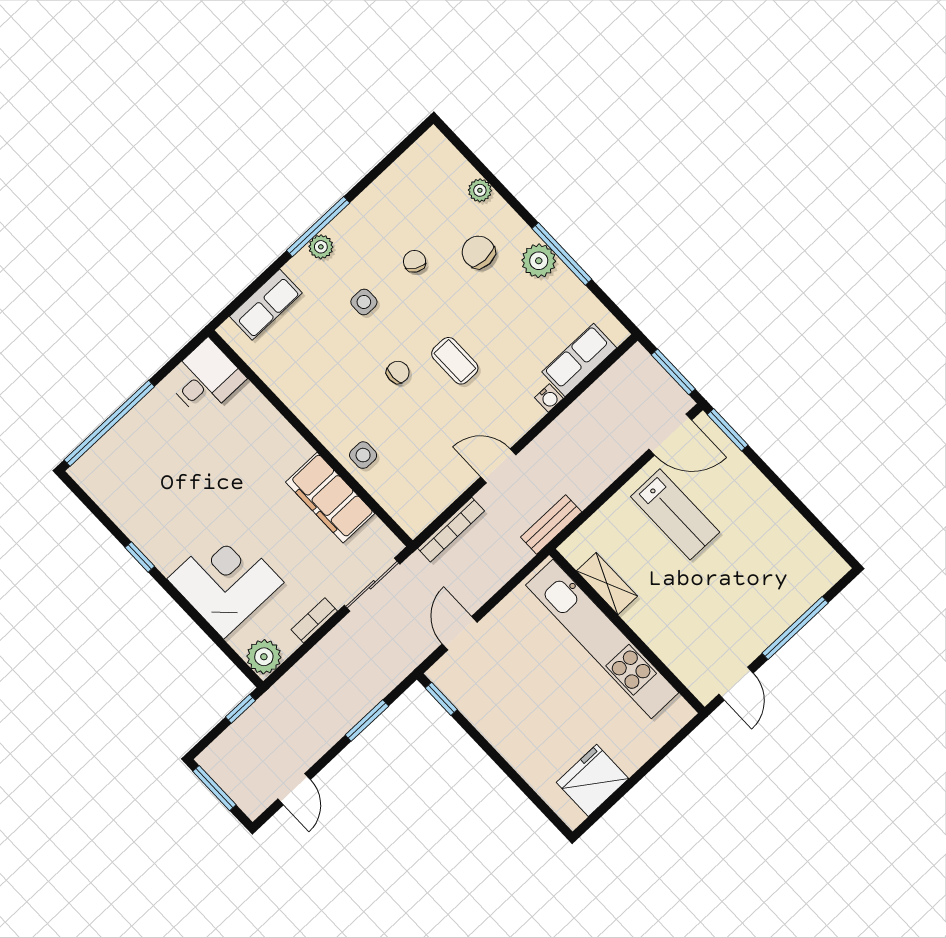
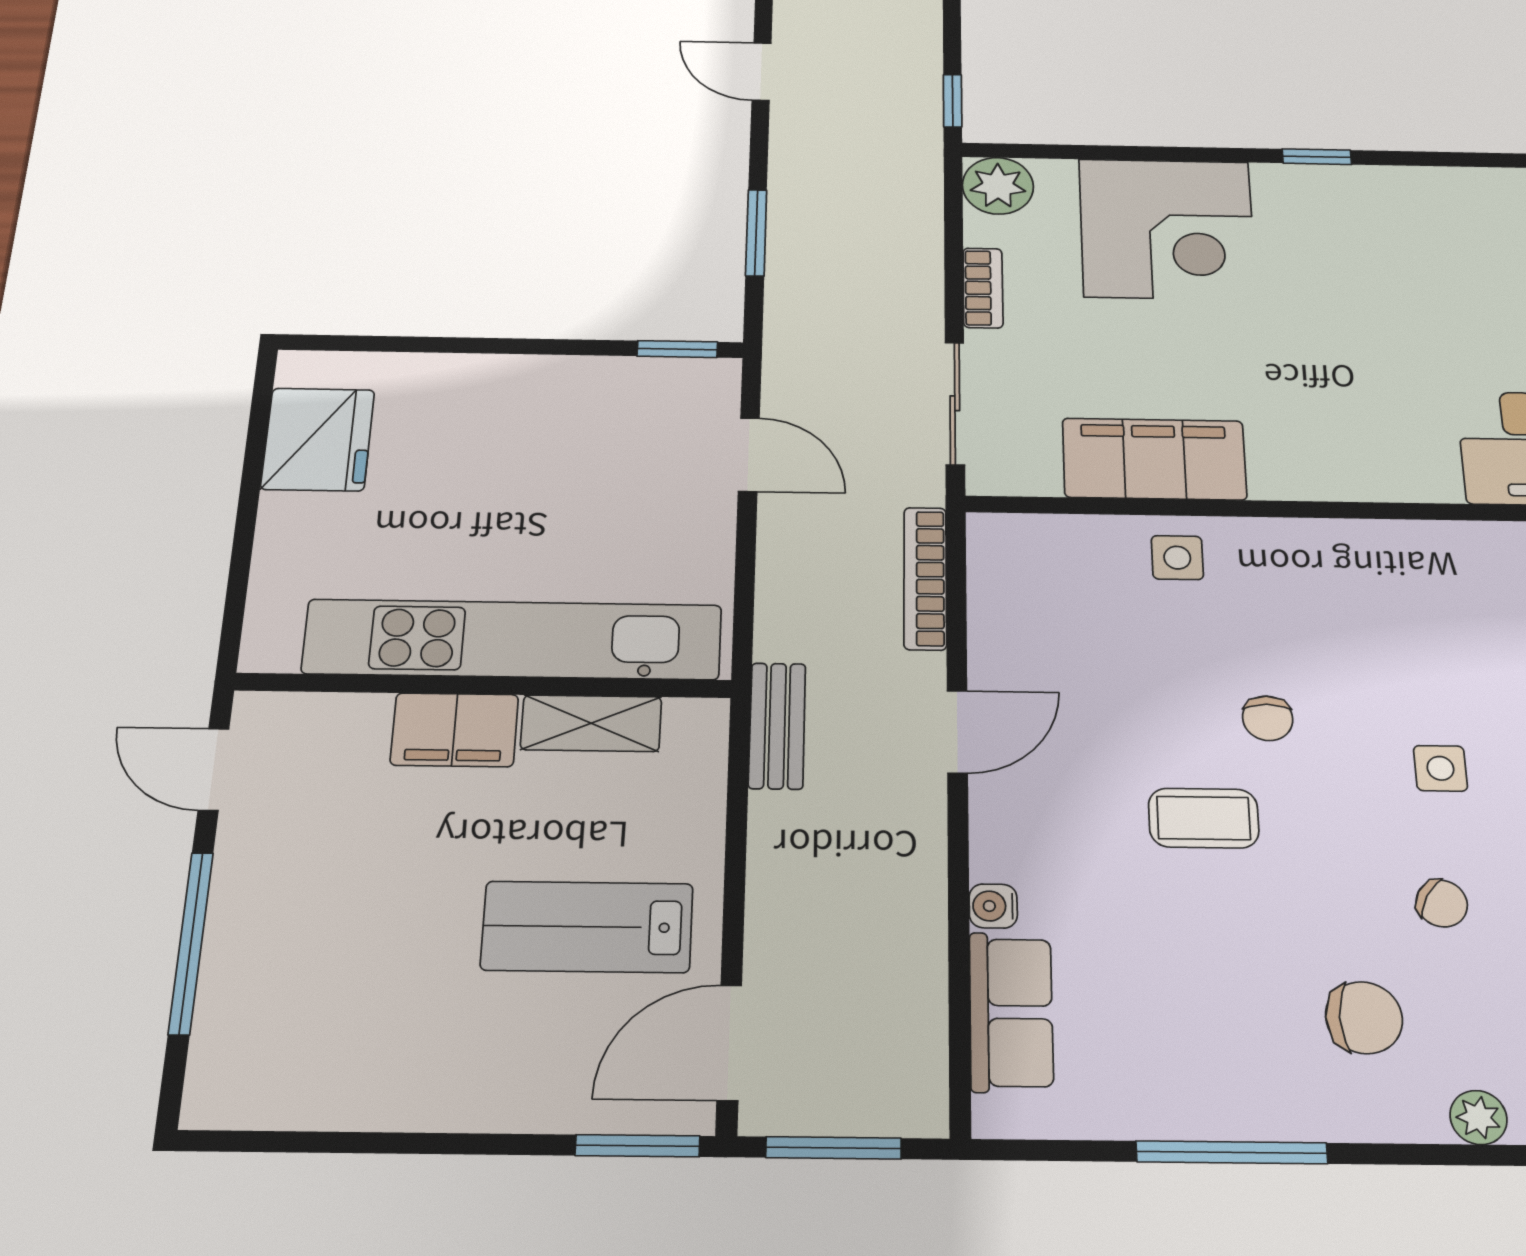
plant: (539, 261) -> (1256, 1102), removed
filing cabinet: (651, 624) -> (455, 730), added

